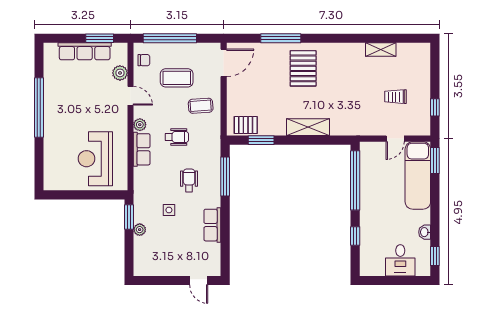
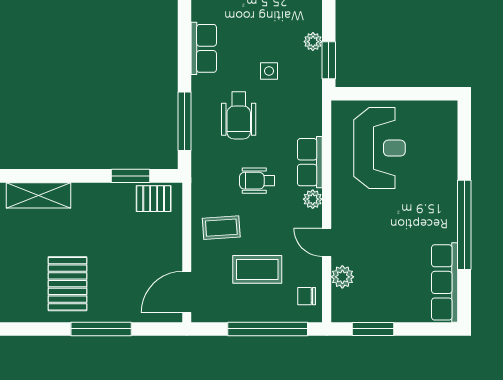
row of seats: (85, 51) -> (445, 282), moved, turned -90
shelving: (308, 127) -> (39, 195), moved
wheelchair: (189, 180) -> (239, 115), width x1.36, depth x1.37

